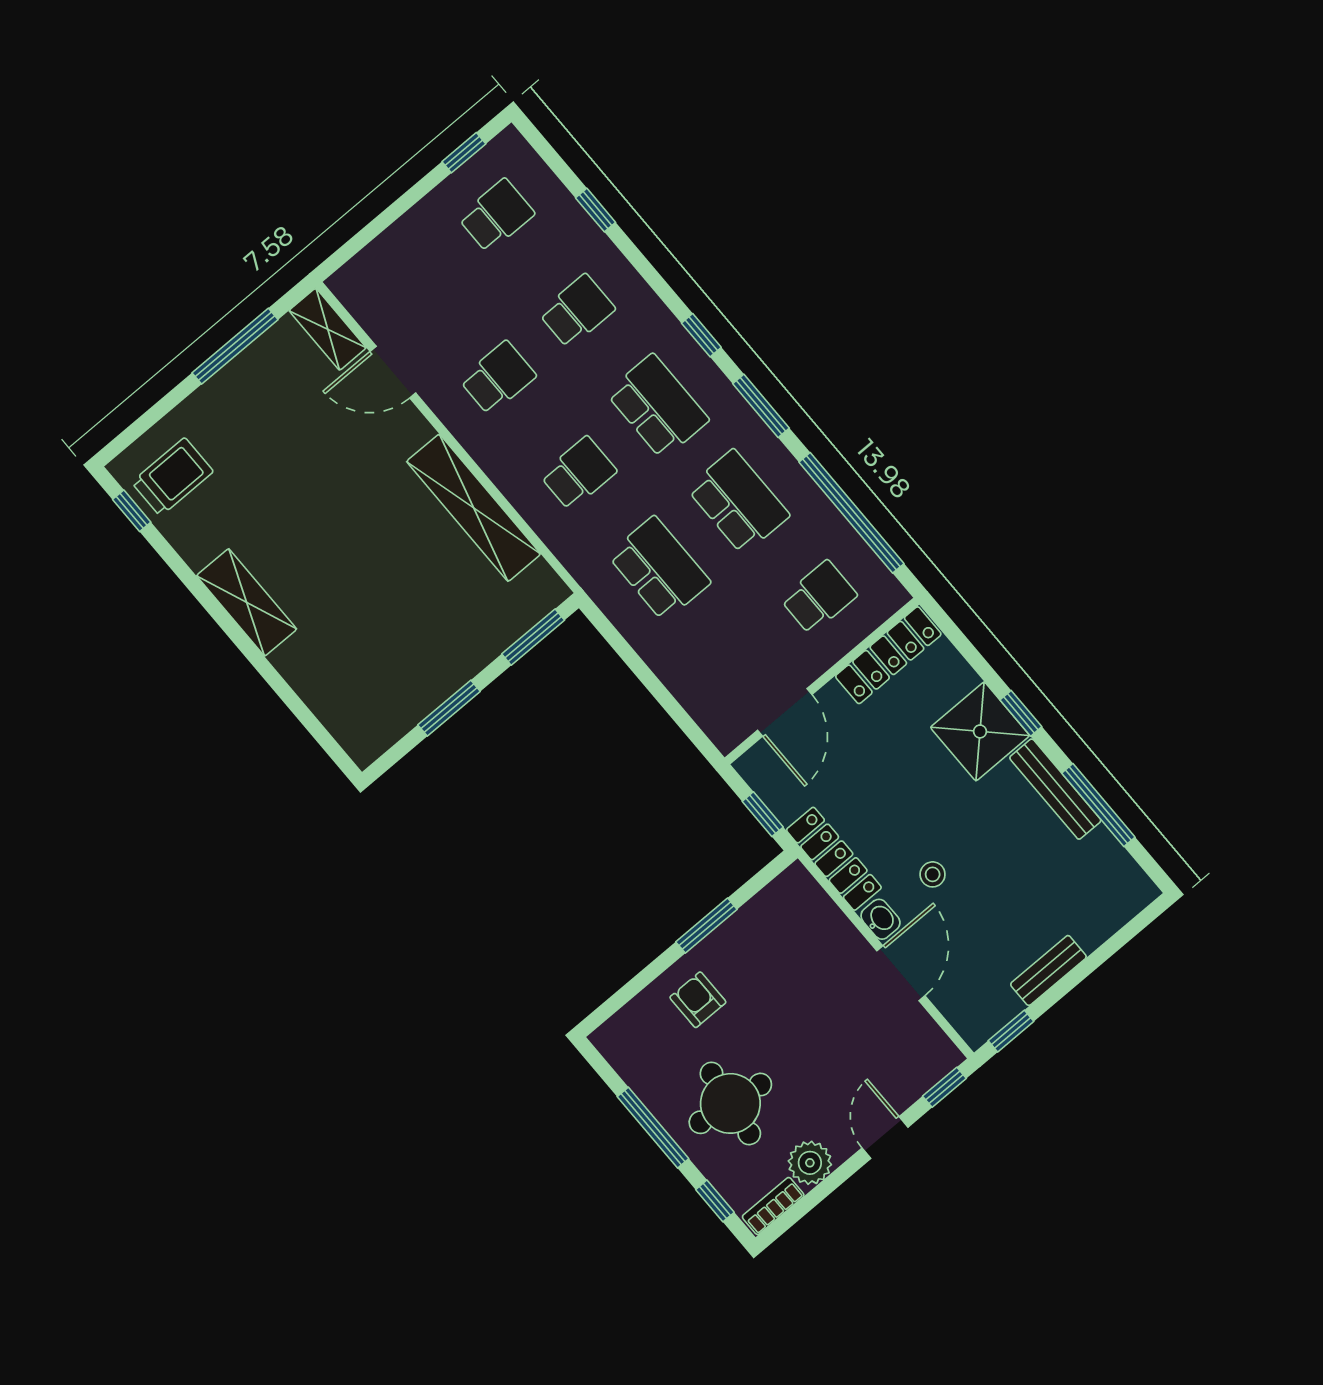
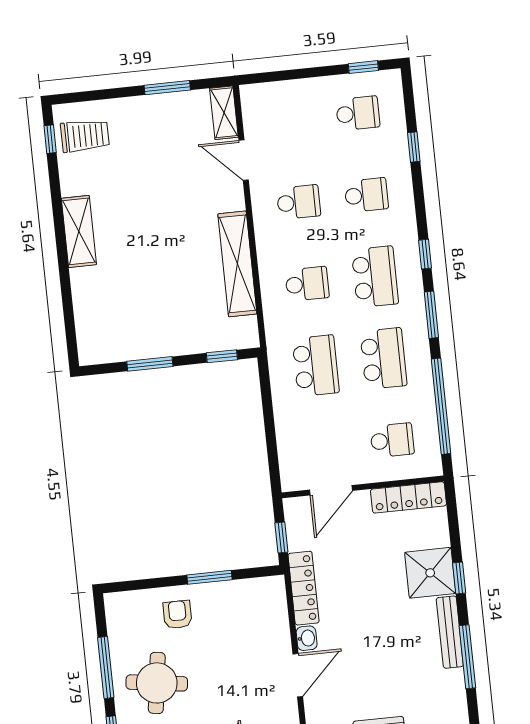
window: (235, 346) -> (167, 88), width x0.69
window: (533, 637) -> (222, 356), width x0.67
stool: (933, 874) -> (351, 633), removed

